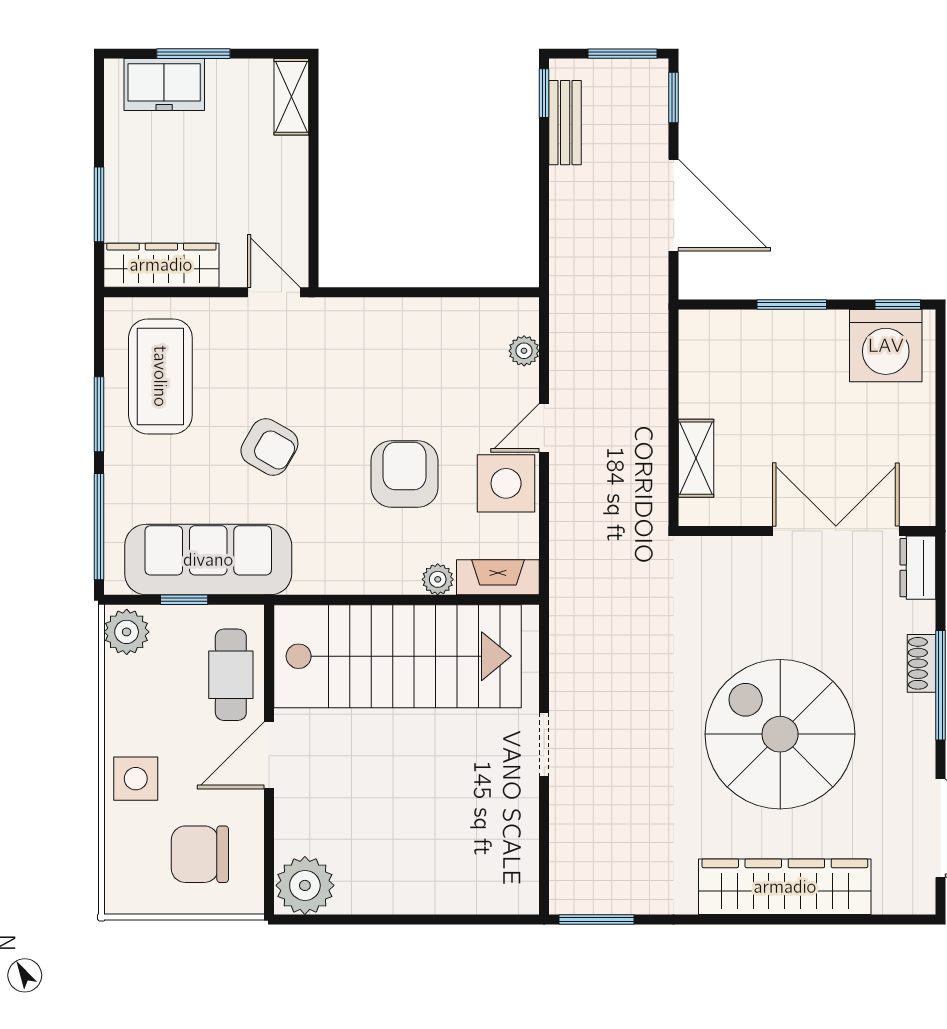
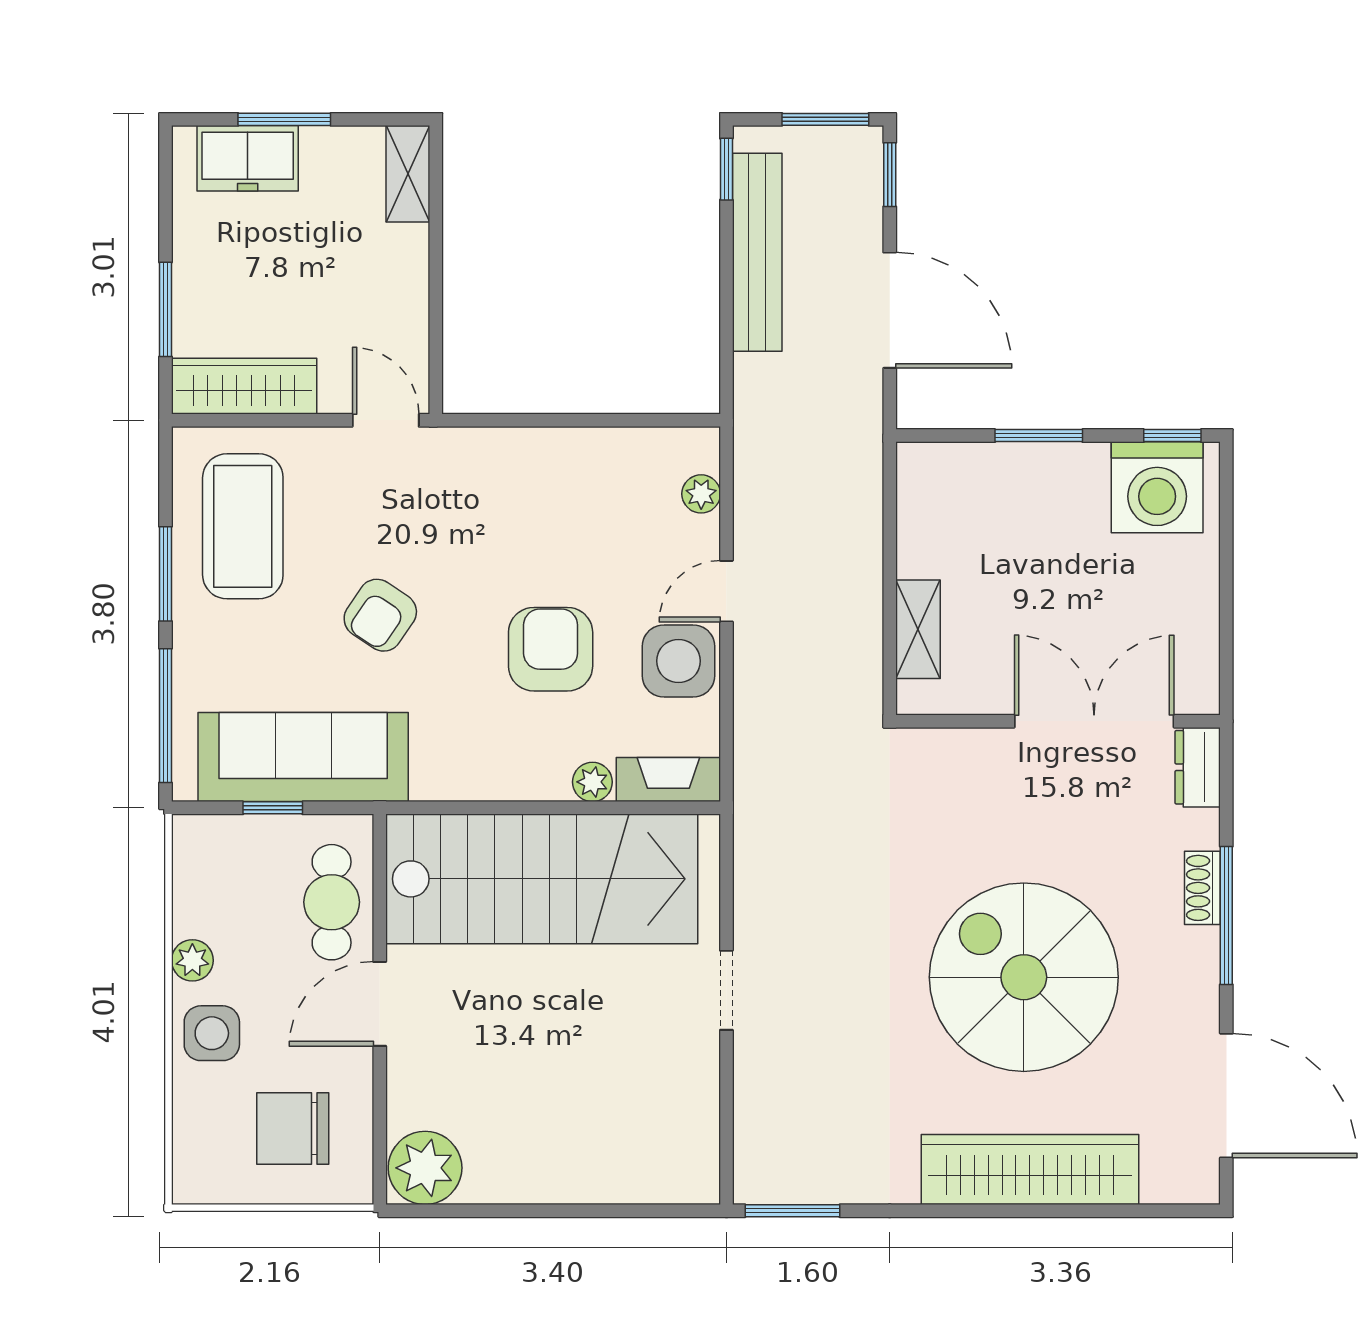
bench: (565, 123) -> (757, 252), width x1.86, depth x1.21
armchair: (269, 447) -> (380, 615), turned 94
plant: (127, 632) -> (192, 960), moved, width x0.73, depth x0.73

